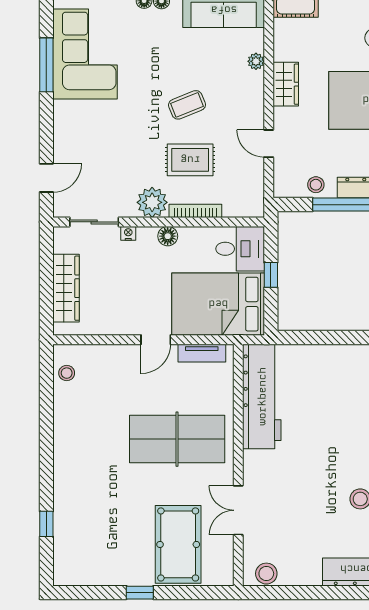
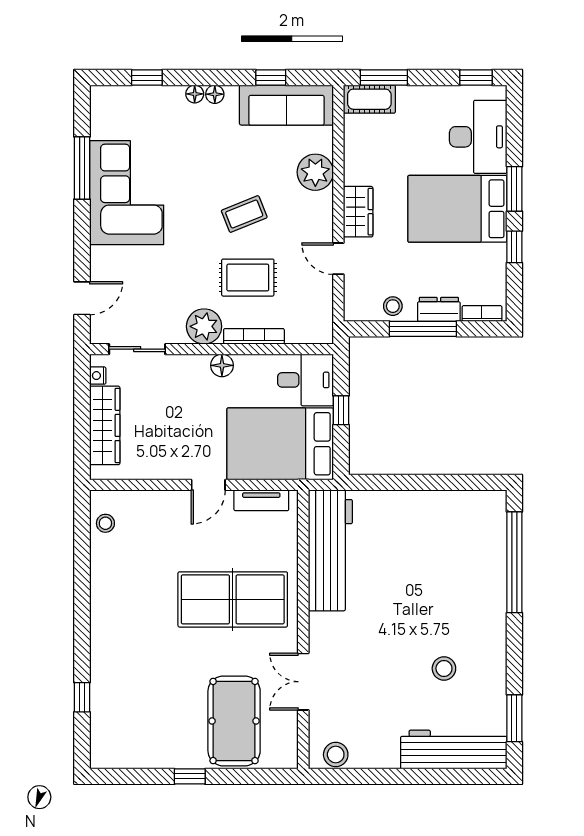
corner sofa: (85, 54) -> (127, 193), moved
plant: (256, 61) -> (315, 172), width x1.88, depth x1.88
wardrobe: (286, 84) -> (358, 212), moved
nightstand: (128, 233) -> (98, 376), moved, turned -90

